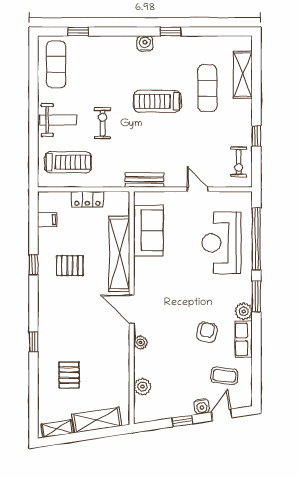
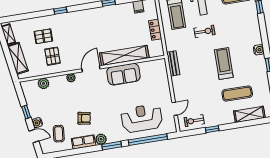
door: (198, 189) -> (175, 109), moved
sofa: (148, 230) -> (123, 74), moved
pallet: (70, 266) -> (53, 56), moved

